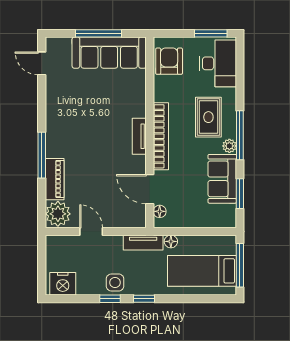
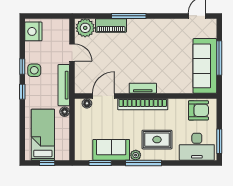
door: (91, 231) -> (72, 53), hinge flipped
tv unit: (143, 243) -> (64, 85), width x1.41
window: (240, 265) -> (47, 163), width x0.46

